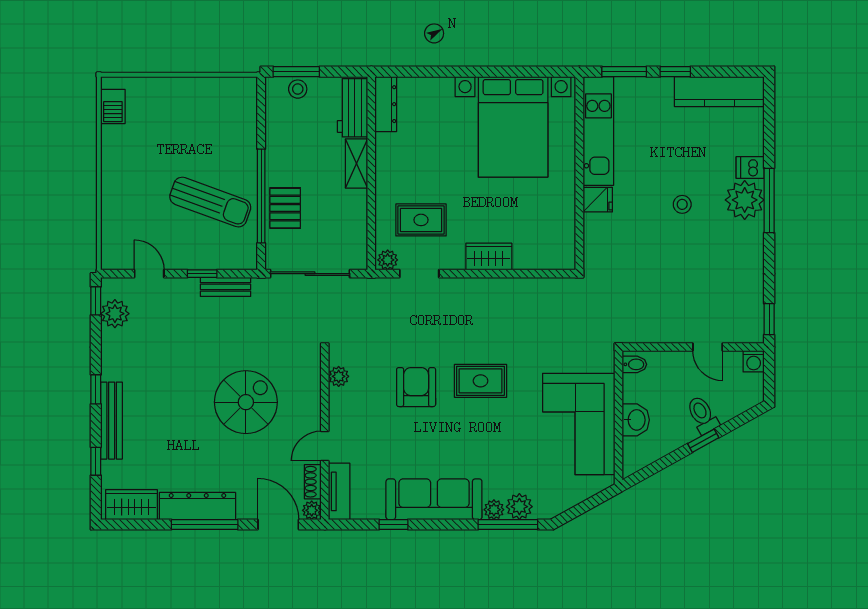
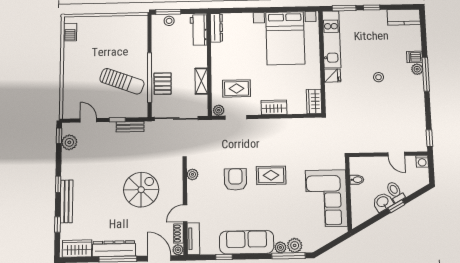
kitchen counter: (719, 92) -> (404, 17), width x0.67
shelving: (357, 164) -> (201, 81), moved
plant: (745, 200) -> (417, 69), width x0.53, depth x0.53
wardrobe: (562, 247) -> (314, 101), added
bidet: (634, 364) -> (357, 180), moved
washbasin: (636, 420) -> (383, 202), moved, turned -119

